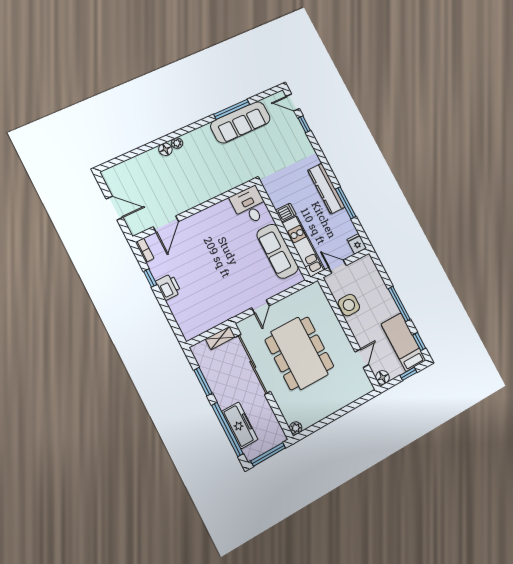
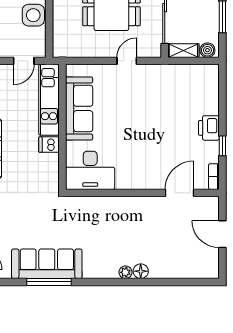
desk: (250, 206) -> (90, 170), width x1.37
door: (338, 267) -> (24, 61), hinge flipped
boiler: (201, 348) -> (207, 50), added

